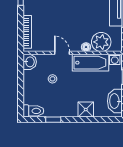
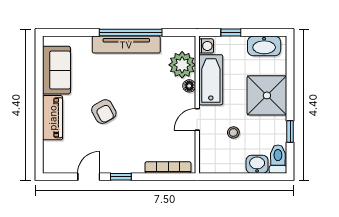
washbasin: (30, 62) -> (257, 164), moved
shower: (86, 110) -> (267, 95), width x1.86, depth x1.86

